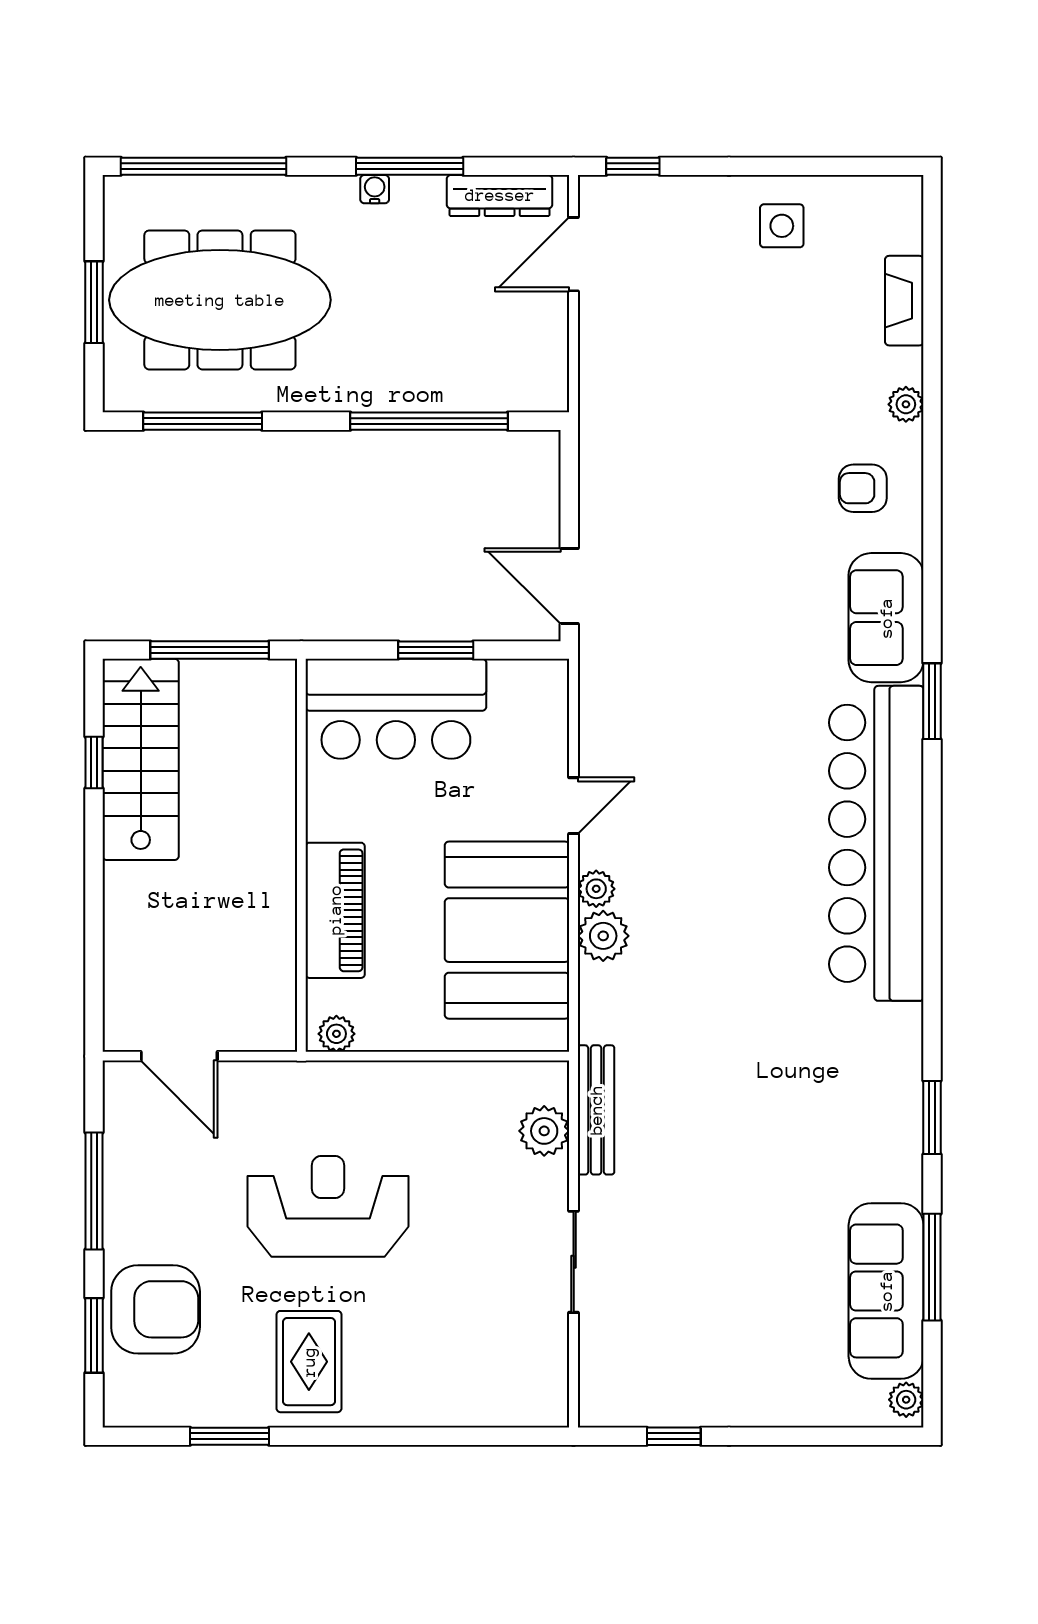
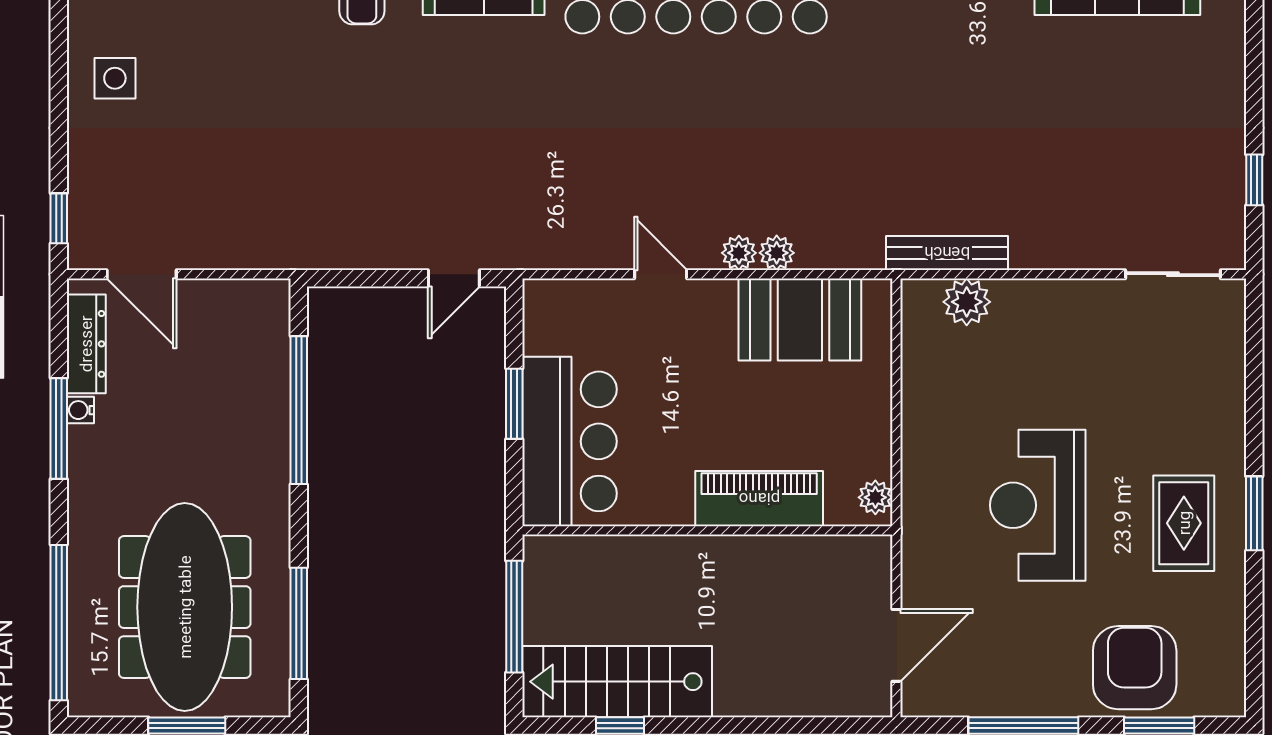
water cooler: (375, 189) -> (80, 410), moved
door: (569, 586) -> (454, 278), width x0.73
booth: (507, 930) -> (800, 319), width x0.73, depth x0.70
plant: (603, 936) -> (777, 253), width x0.73, depth x0.73
sliding door: (574, 1262) -> (1173, 274), moved
rug: (309, 1362) -> (1184, 523), turned 90
window: (229, 1436) -> (1254, 513), moved

